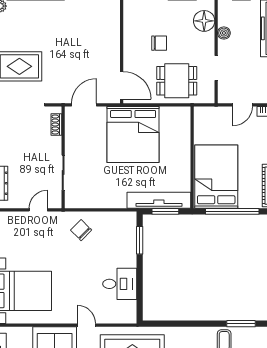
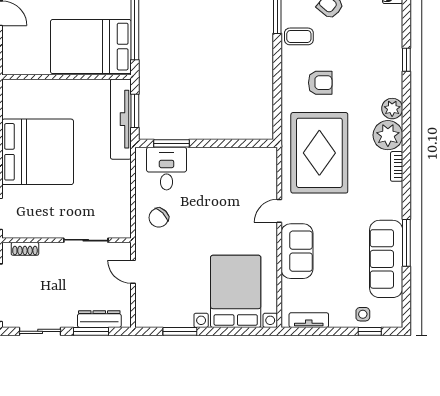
desk: (120, 284) -> (167, 169), moved

